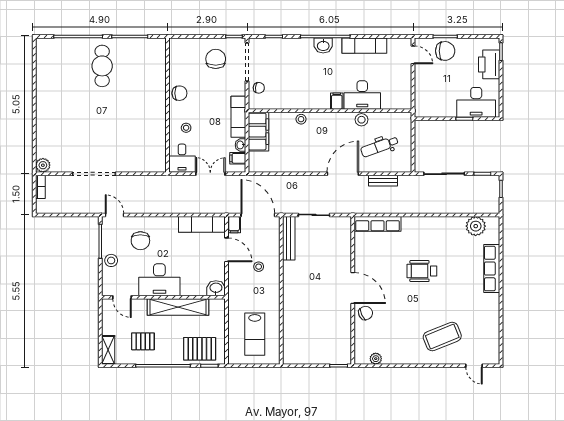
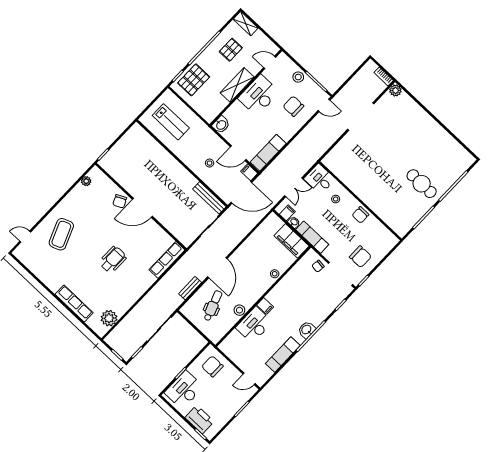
chair: (445, 51) -> (212, 366), moved, turned 90
shelving: (178, 307) -> (237, 85), width x0.68
lab bench: (255, 334) -> (171, 122), turned 180

